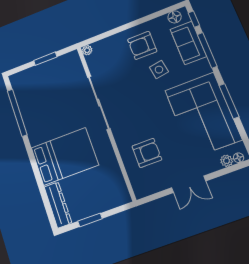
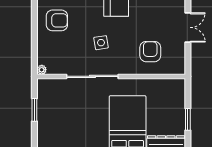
armchair: (142, 45) -> (57, 20), turned -90
side table: (159, 70) -> (101, 43), moved

